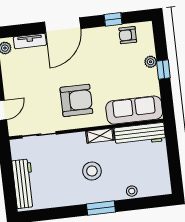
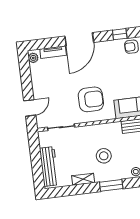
shelving: (100, 136) -> (83, 179), moved

